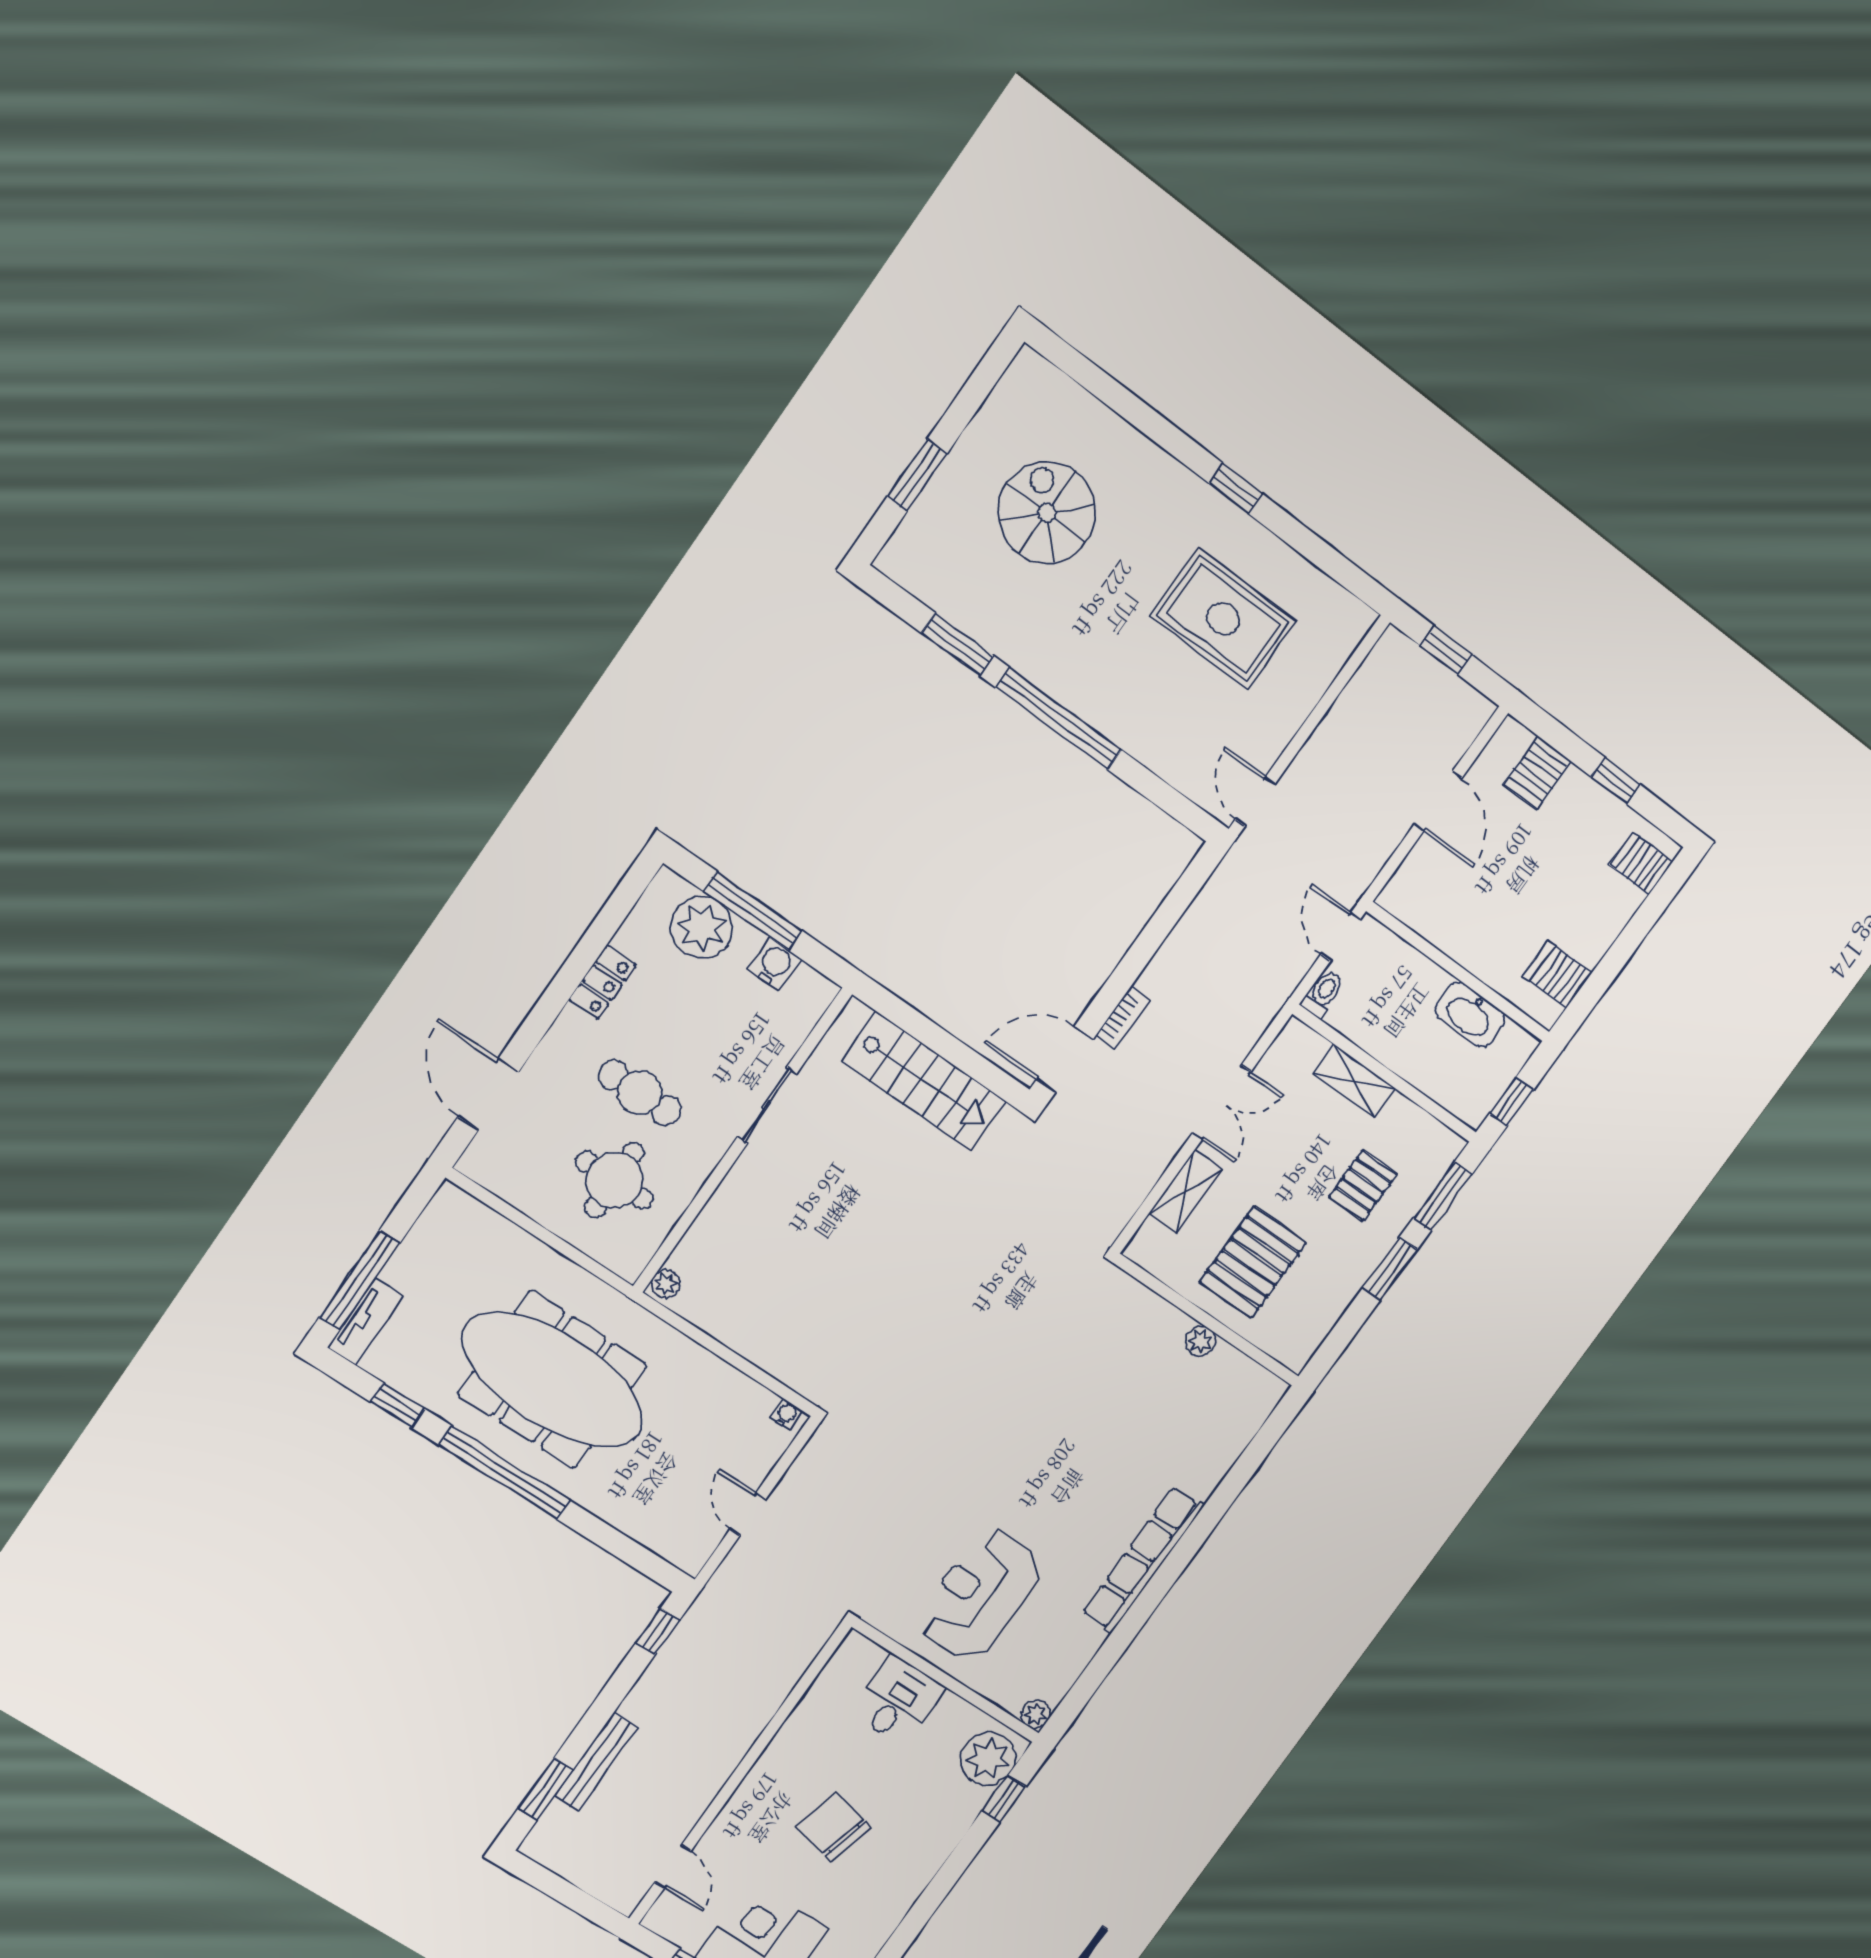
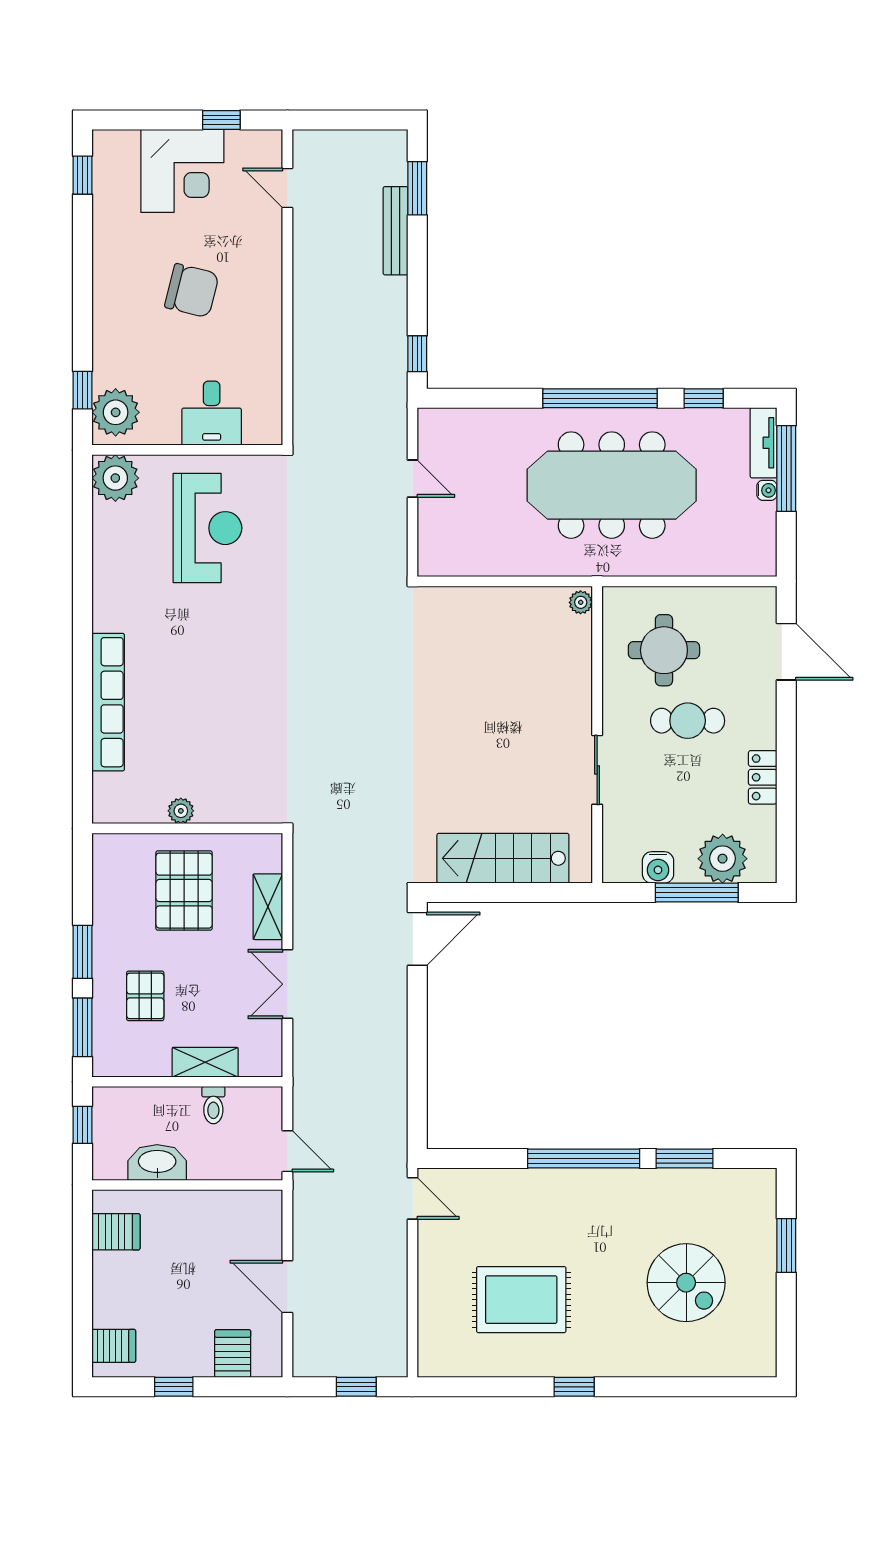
toilet: (1323, 994) -> (213, 1105), moved
bookcase: (1123, 1017) -> (398, 994), removed
water cooler: (786, 1414) -> (767, 490), moved, turned -90
row of seats: (1143, 1559) -> (108, 702), moved
plant: (1036, 1714) -> (115, 478), width x1.87, depth x1.87

